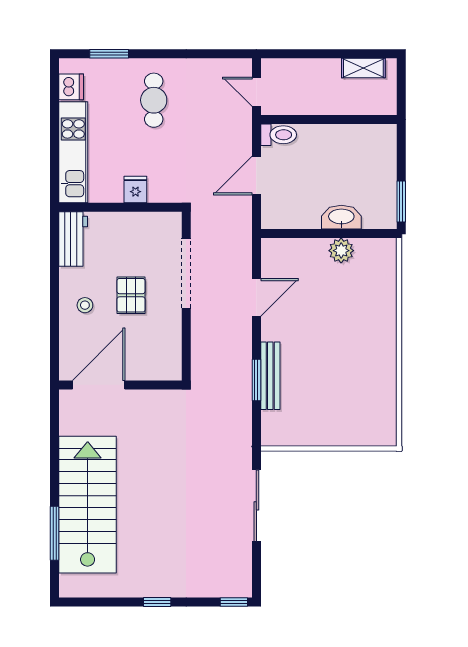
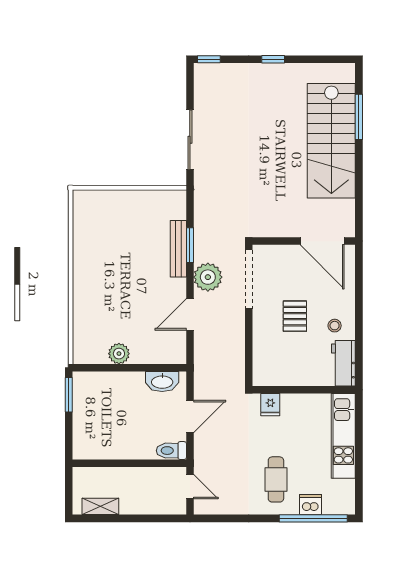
window: (109, 54) -> (313, 518), width x2.11
dishwasher: (71, 87) -> (310, 505), moved, turned 90
fridge: (135, 190) -> (270, 405), moved
washbasin: (341, 217) -> (162, 382), moved
doorway: (186, 273) -> (249, 279), moved
stool: (85, 305) -> (335, 326), moved
plant: (235, 342) -> (208, 277), added
door: (99, 385) -> (322, 241), hinge flipped

